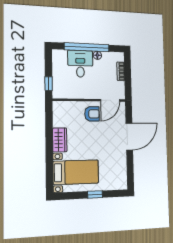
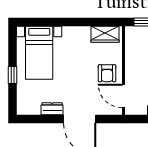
wardrobe: (60, 140) -> (105, 34), moved
dresser: (122, 160) -> (52, 109), added

